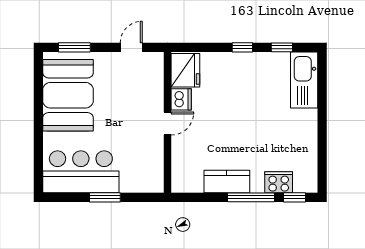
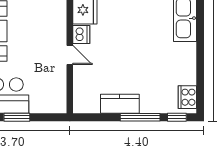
door: (168, 124) -> (70, 55), hinge flipped
cooker: (279, 182) -> (187, 97), moved, turned -90

